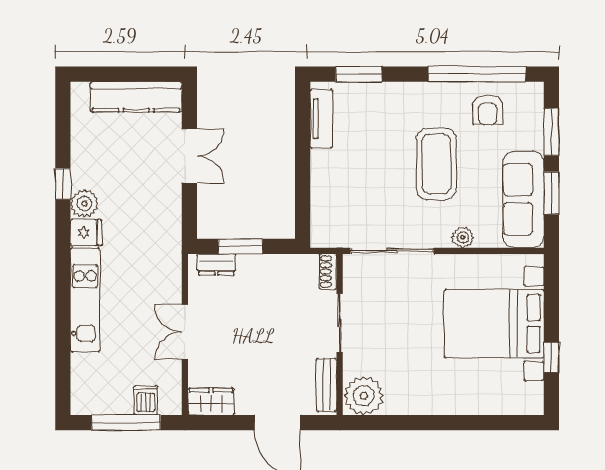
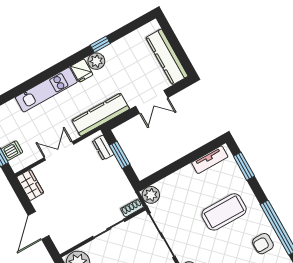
coffee table: (436, 164) -> (224, 212), moved
plant: (324, 234) -> (151, 195), added
kitchen counter: (166, 241) -> (101, 115), added
bench: (327, 385) -> (73, 240), removed

